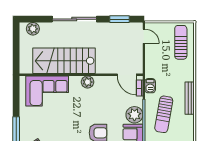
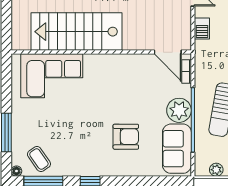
plant: (88, 82) -> (111, 63), removed
barbecue: (150, 86) -> (202, 28), moved

